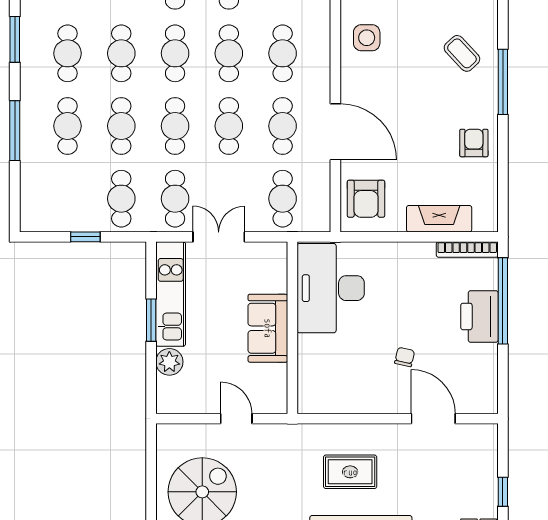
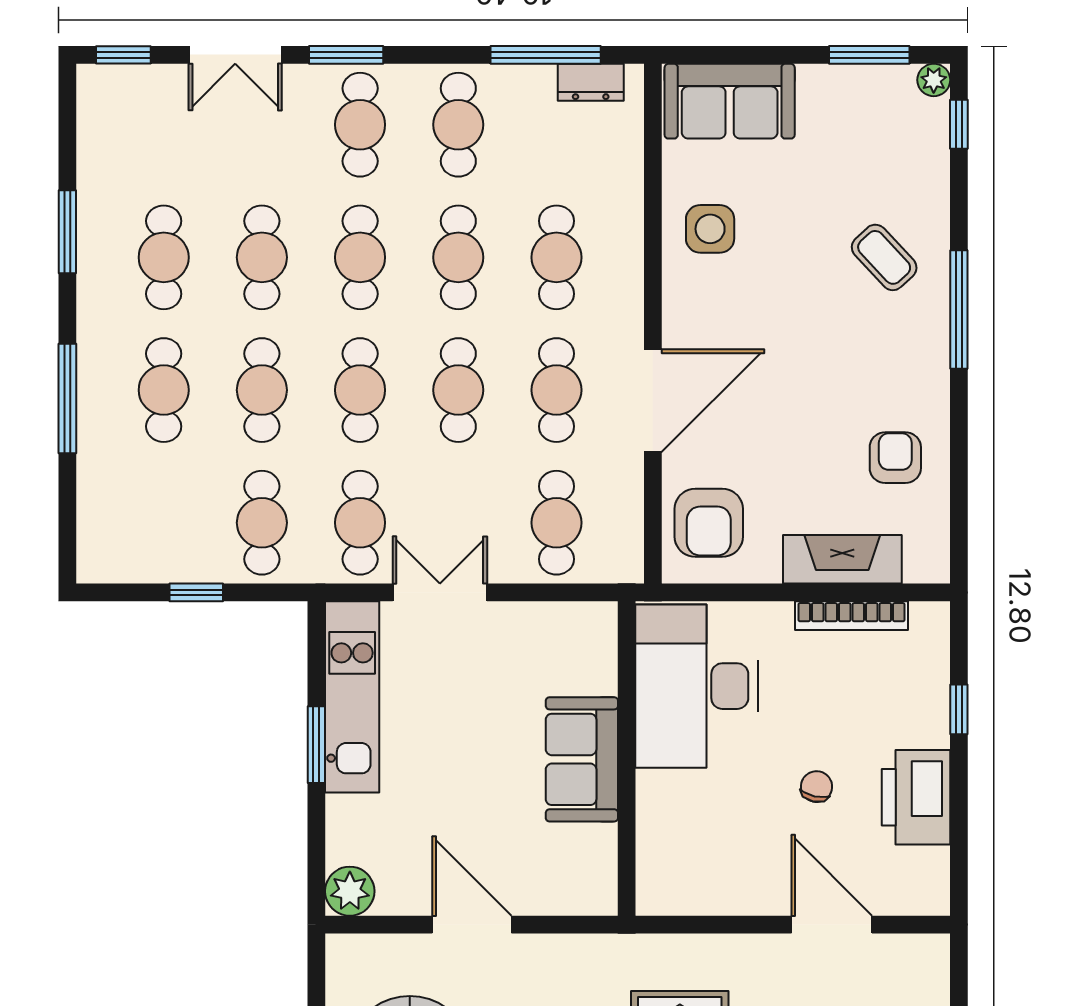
door: (335, 132) -> (653, 401), hinge flipped
armchair: (474, 143) -> (895, 458), moved
bookcase: (467, 250) -> (851, 616), moved
desk: (331, 288) -> (697, 686), moved
window: (503, 301) -> (959, 709), width x0.32
printer: (479, 316) -> (916, 797), moved
sofa: (268, 328) -> (582, 759), moved
wall: (292, 328) -> (627, 759), moved
chair: (405, 357) -> (816, 787), moved
plant: (169, 362) -> (350, 891), moved
door: (236, 419) -> (472, 925), width x1.38

